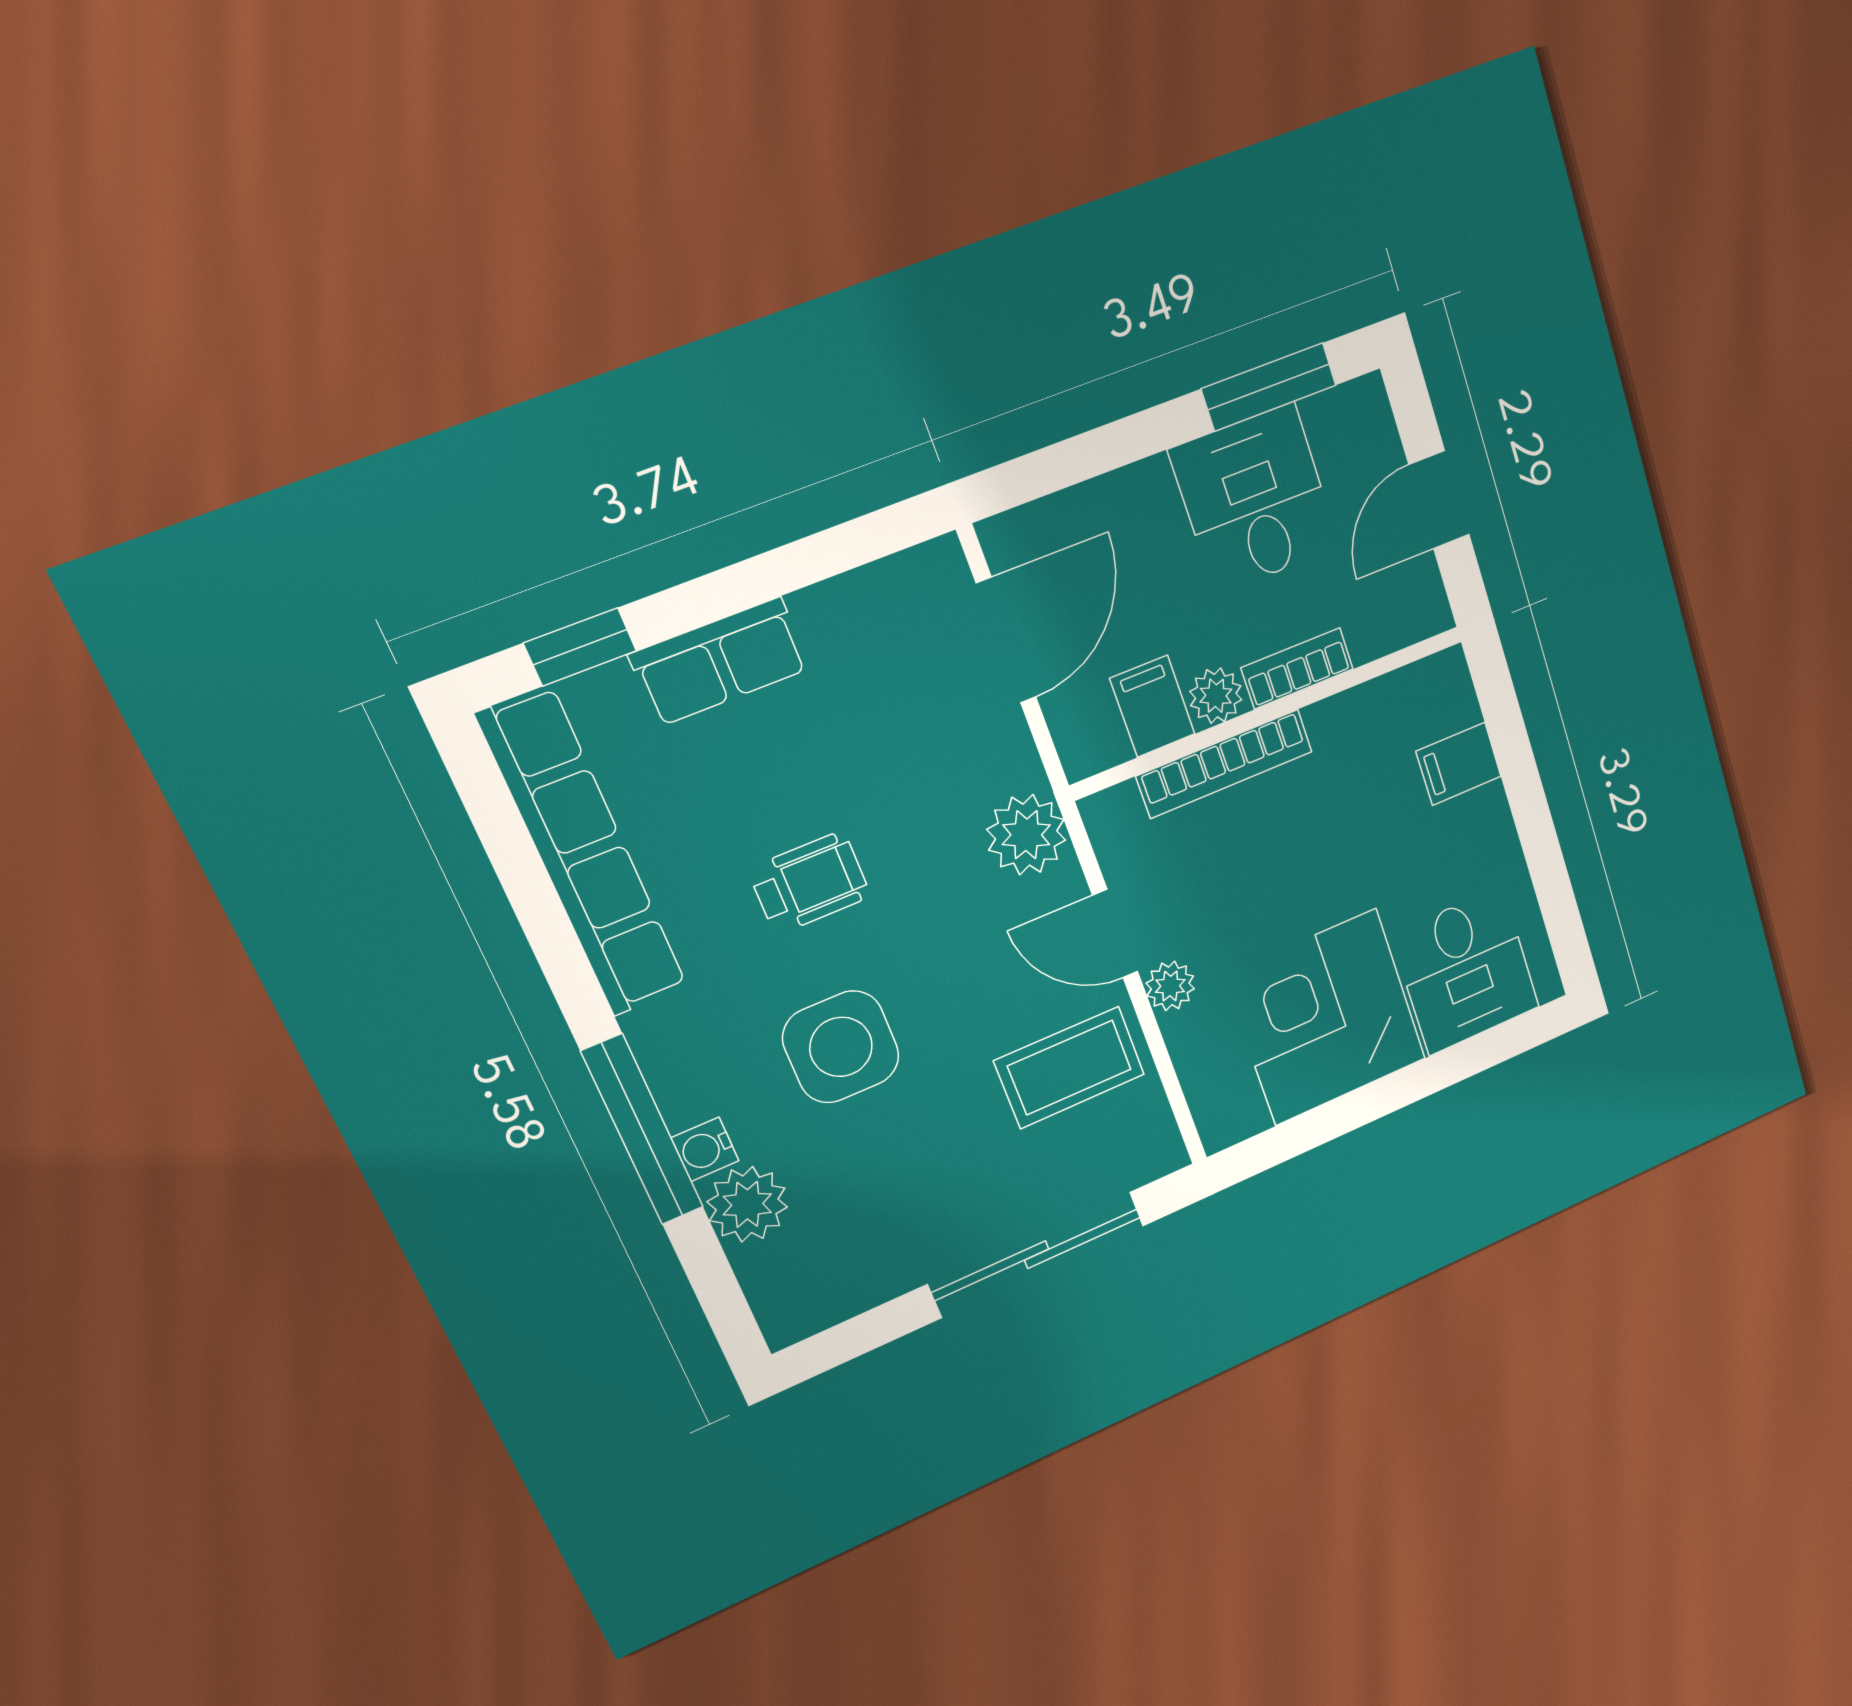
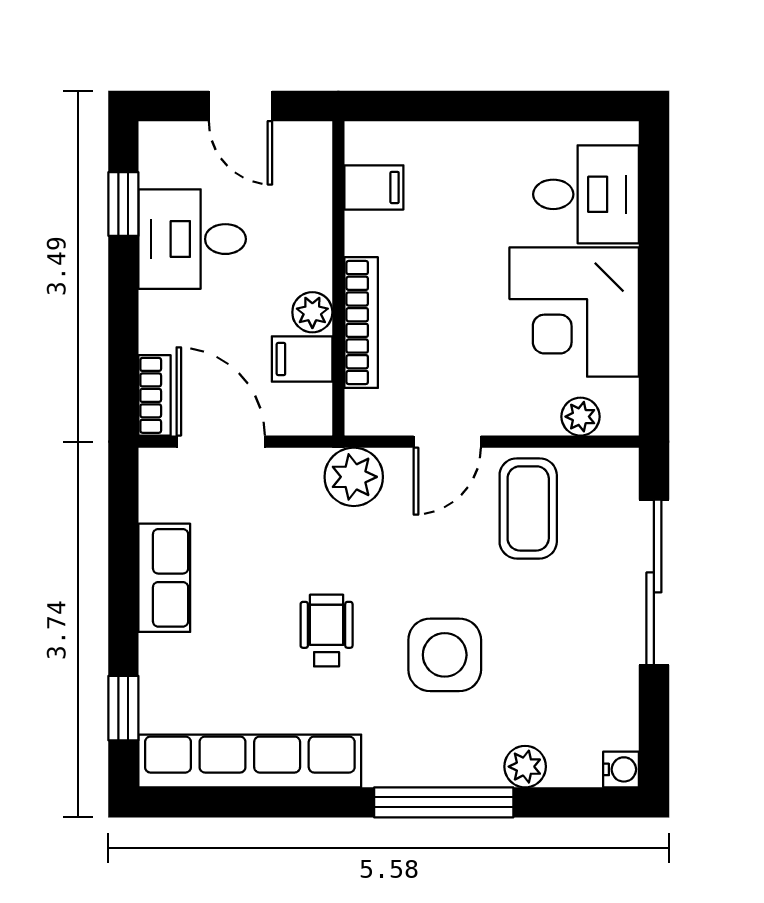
window: (1269, 387) -> (123, 204), width x0.67
row of seats: (720, 662) -> (164, 578), moved
bookcase: (1297, 668) -> (155, 395), moved, turned 180
filing cabinet: (1459, 764) -> (374, 187), moved, turned -90
plant: (1170, 986) -> (580, 417), moved
water cooler: (705, 1149) -> (621, 769), moved, turned -90
plant: (747, 1204) -> (525, 767), width x0.73, depth x0.73

